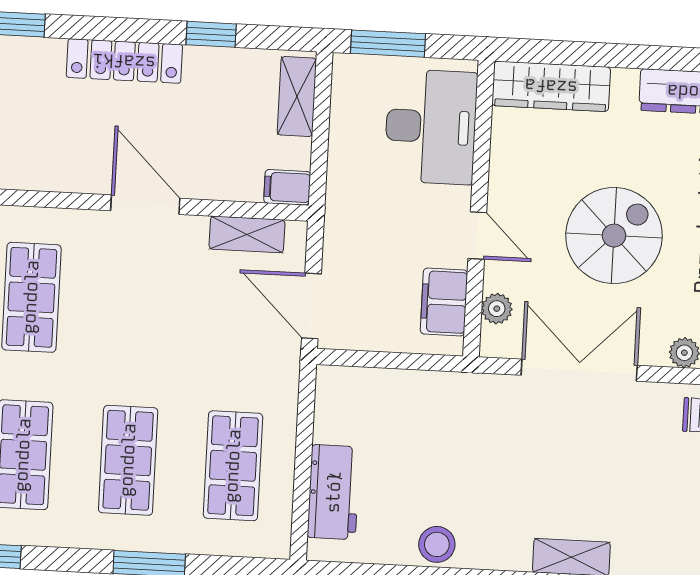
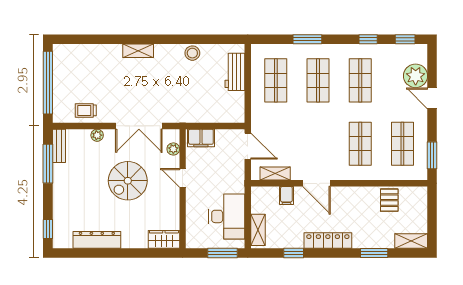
wardrobe: (551, 86) -> (164, 239), width x0.67
desk: (431, 127) -> (227, 216), moved, turned 180
filing cabinet: (287, 187) -> (286, 196), moved, turned 90
filing cabinet: (444, 302) -> (201, 138), moved, turned 90

